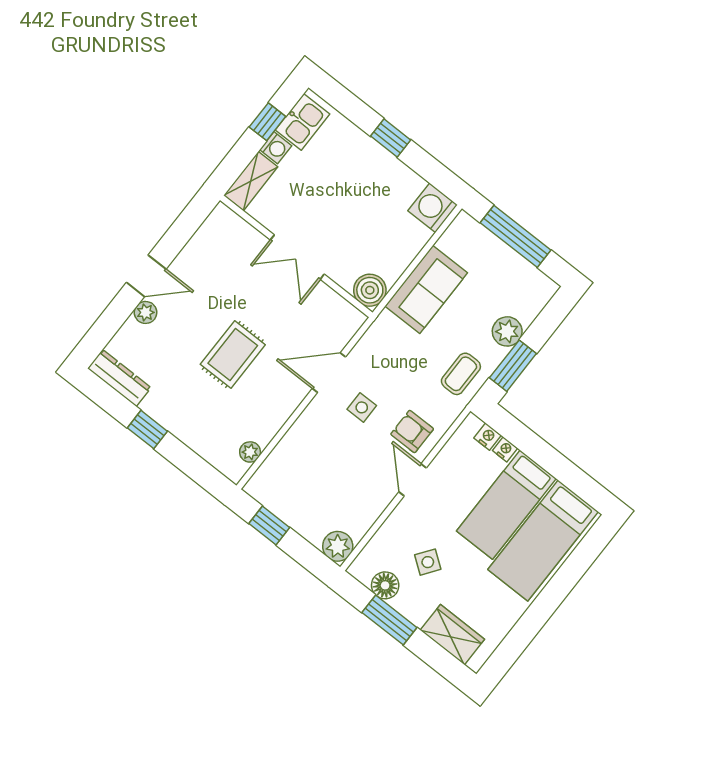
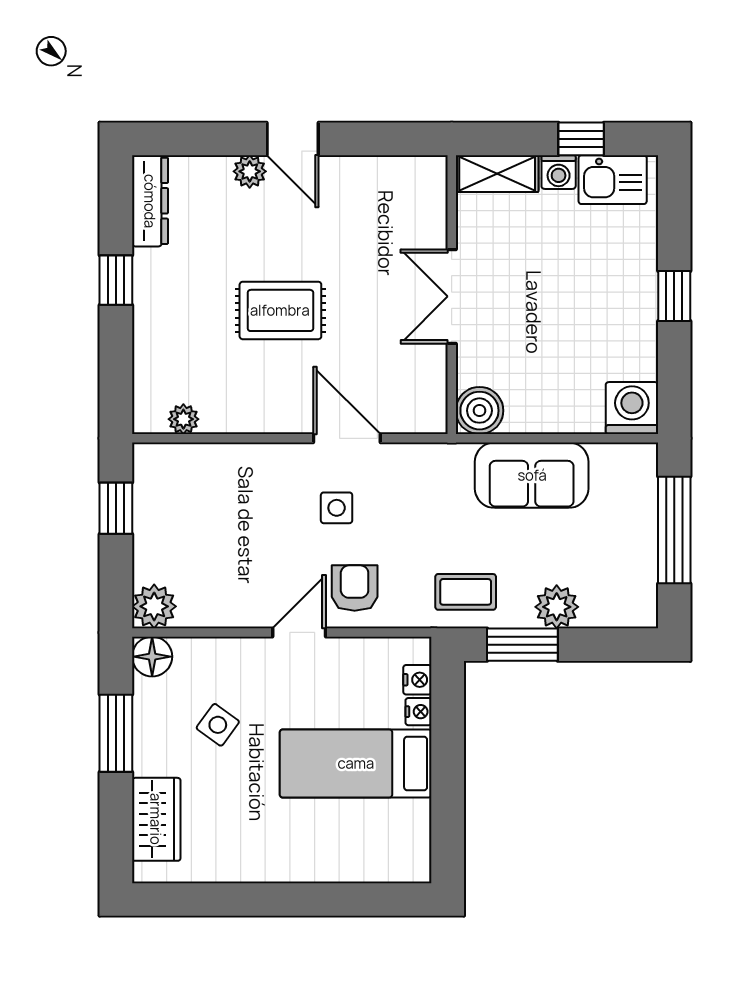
bed: (543, 541) -> (348, 839), removed
floor lamp: (385, 585) -> (152, 657), moved

